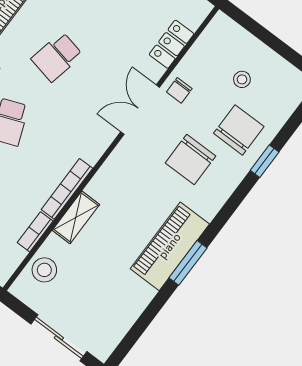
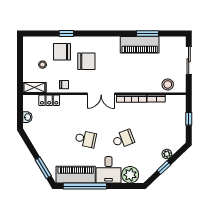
double door: (140, 110) -> (101, 94), moved
shelving: (76, 217) -> (34, 87), moved
piano: (170, 246) -> (140, 45), moved
window: (188, 263) -> (147, 34), moved

